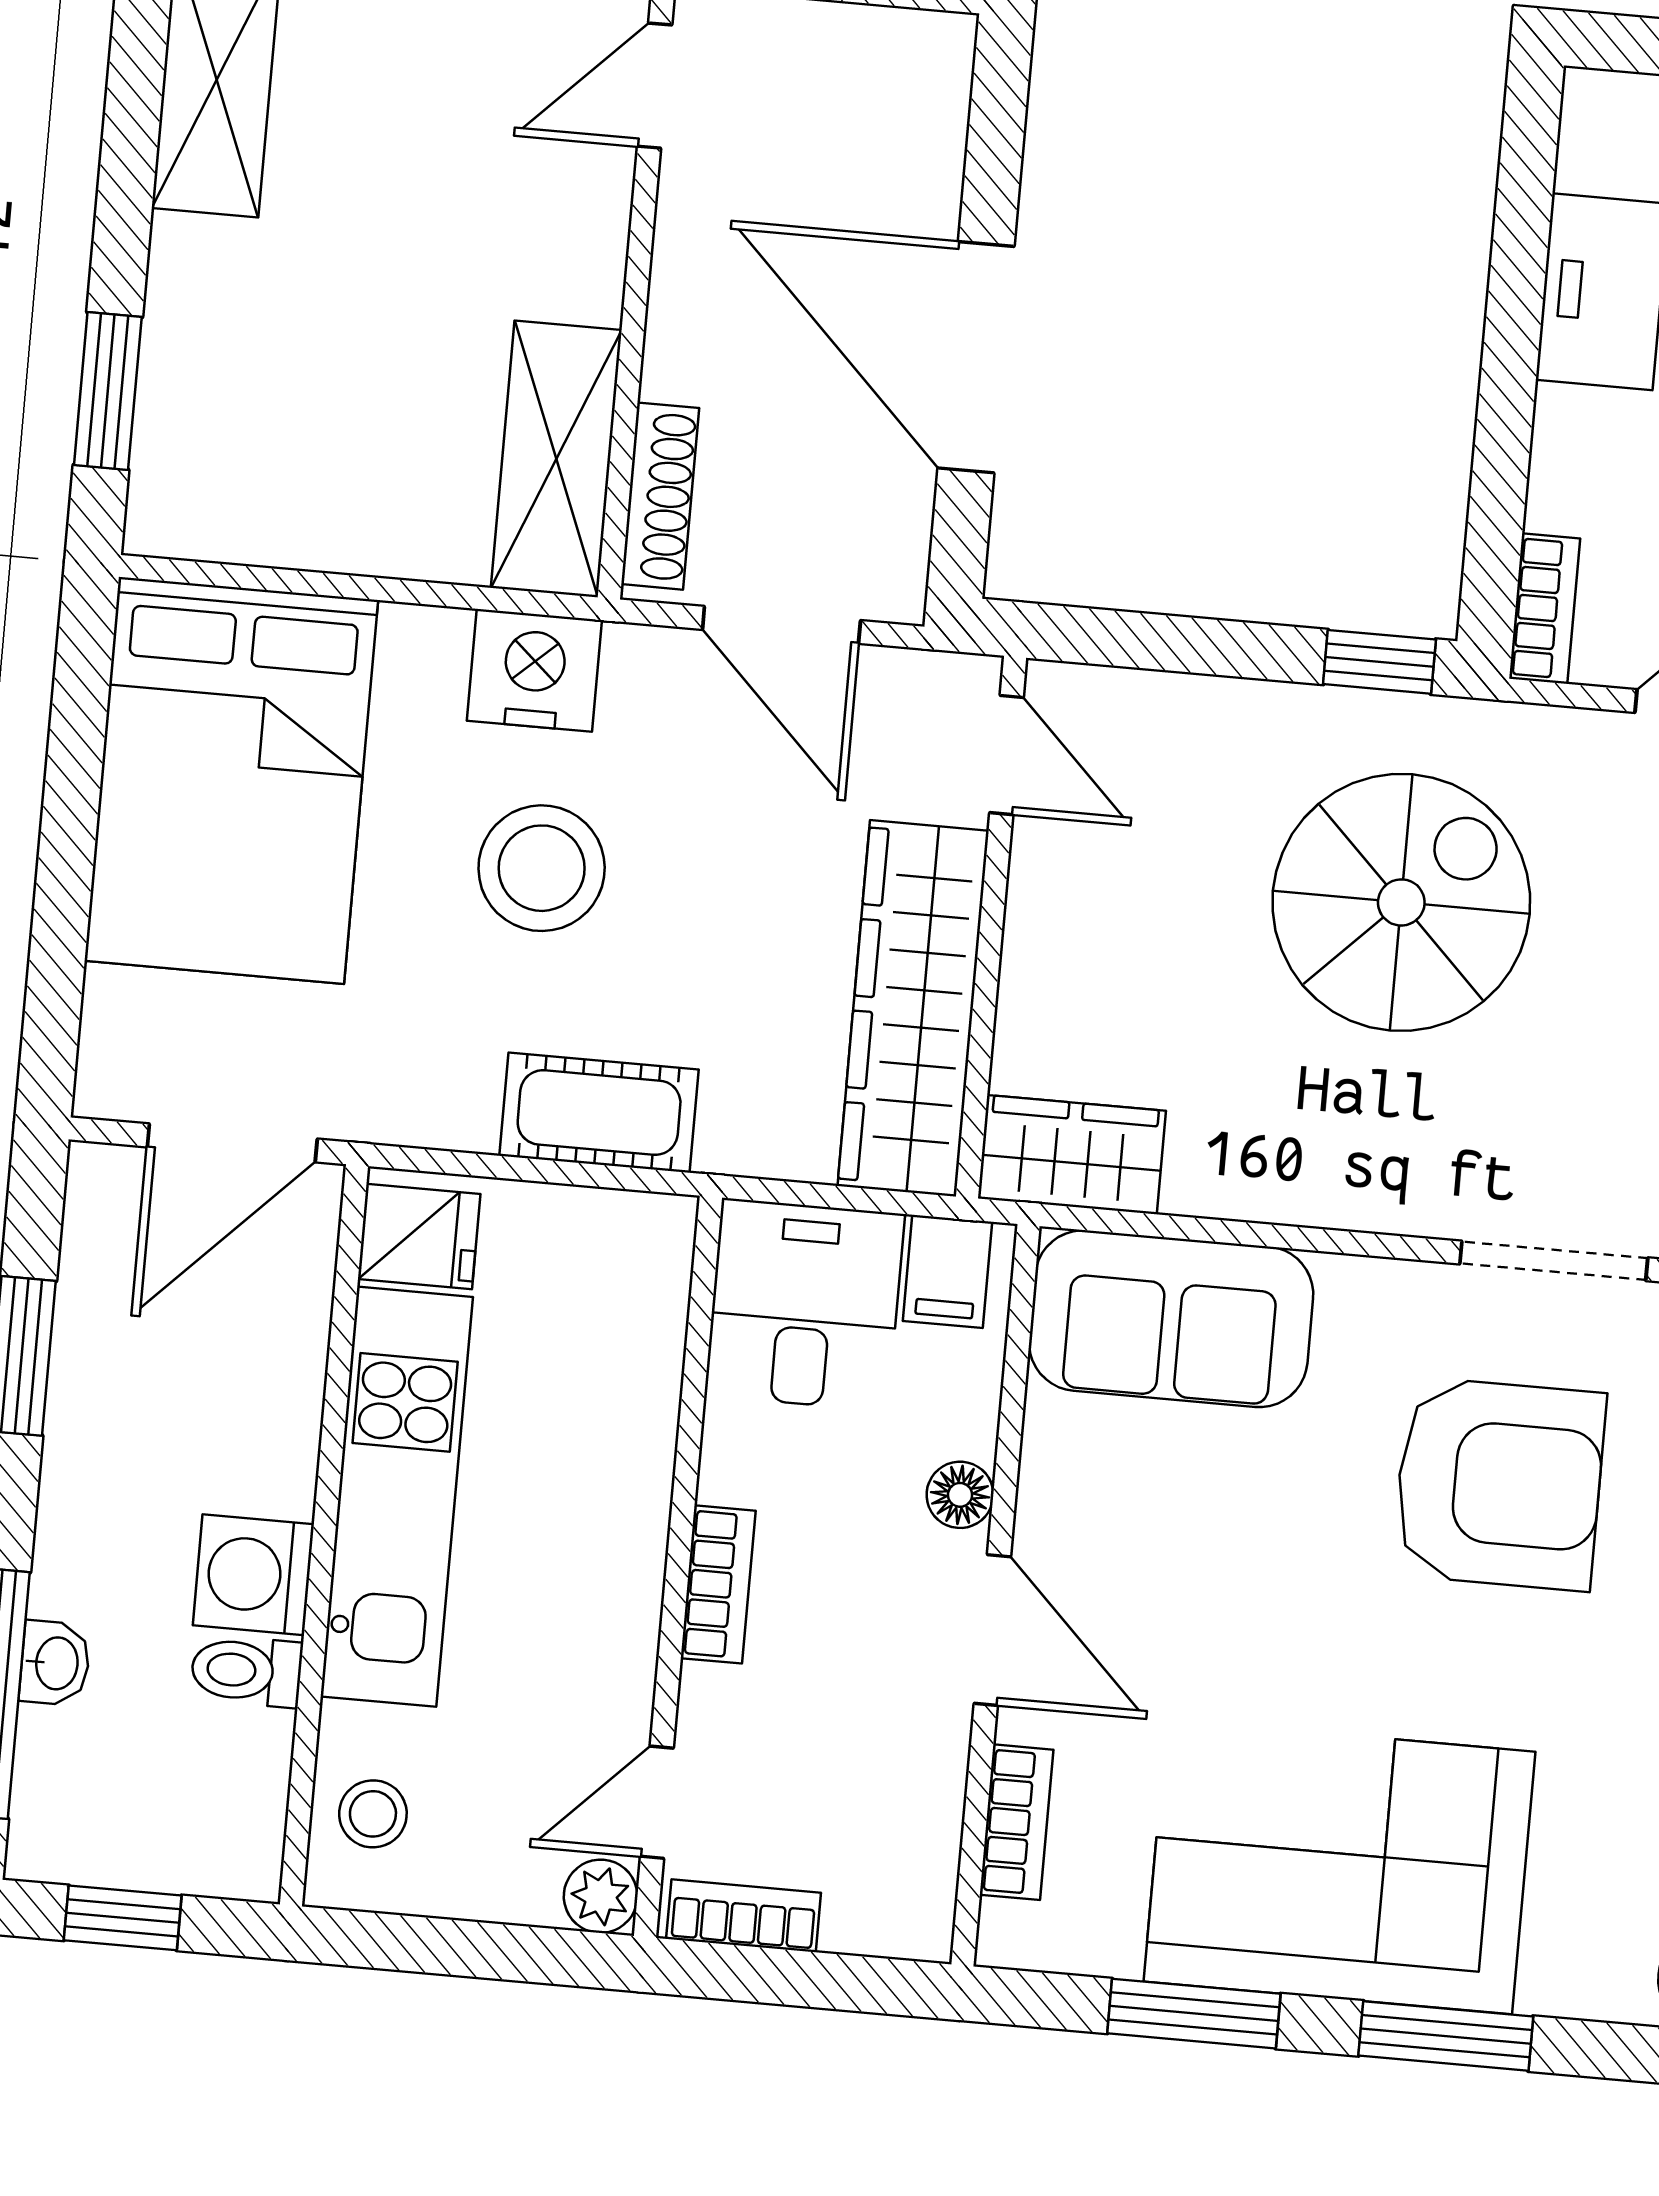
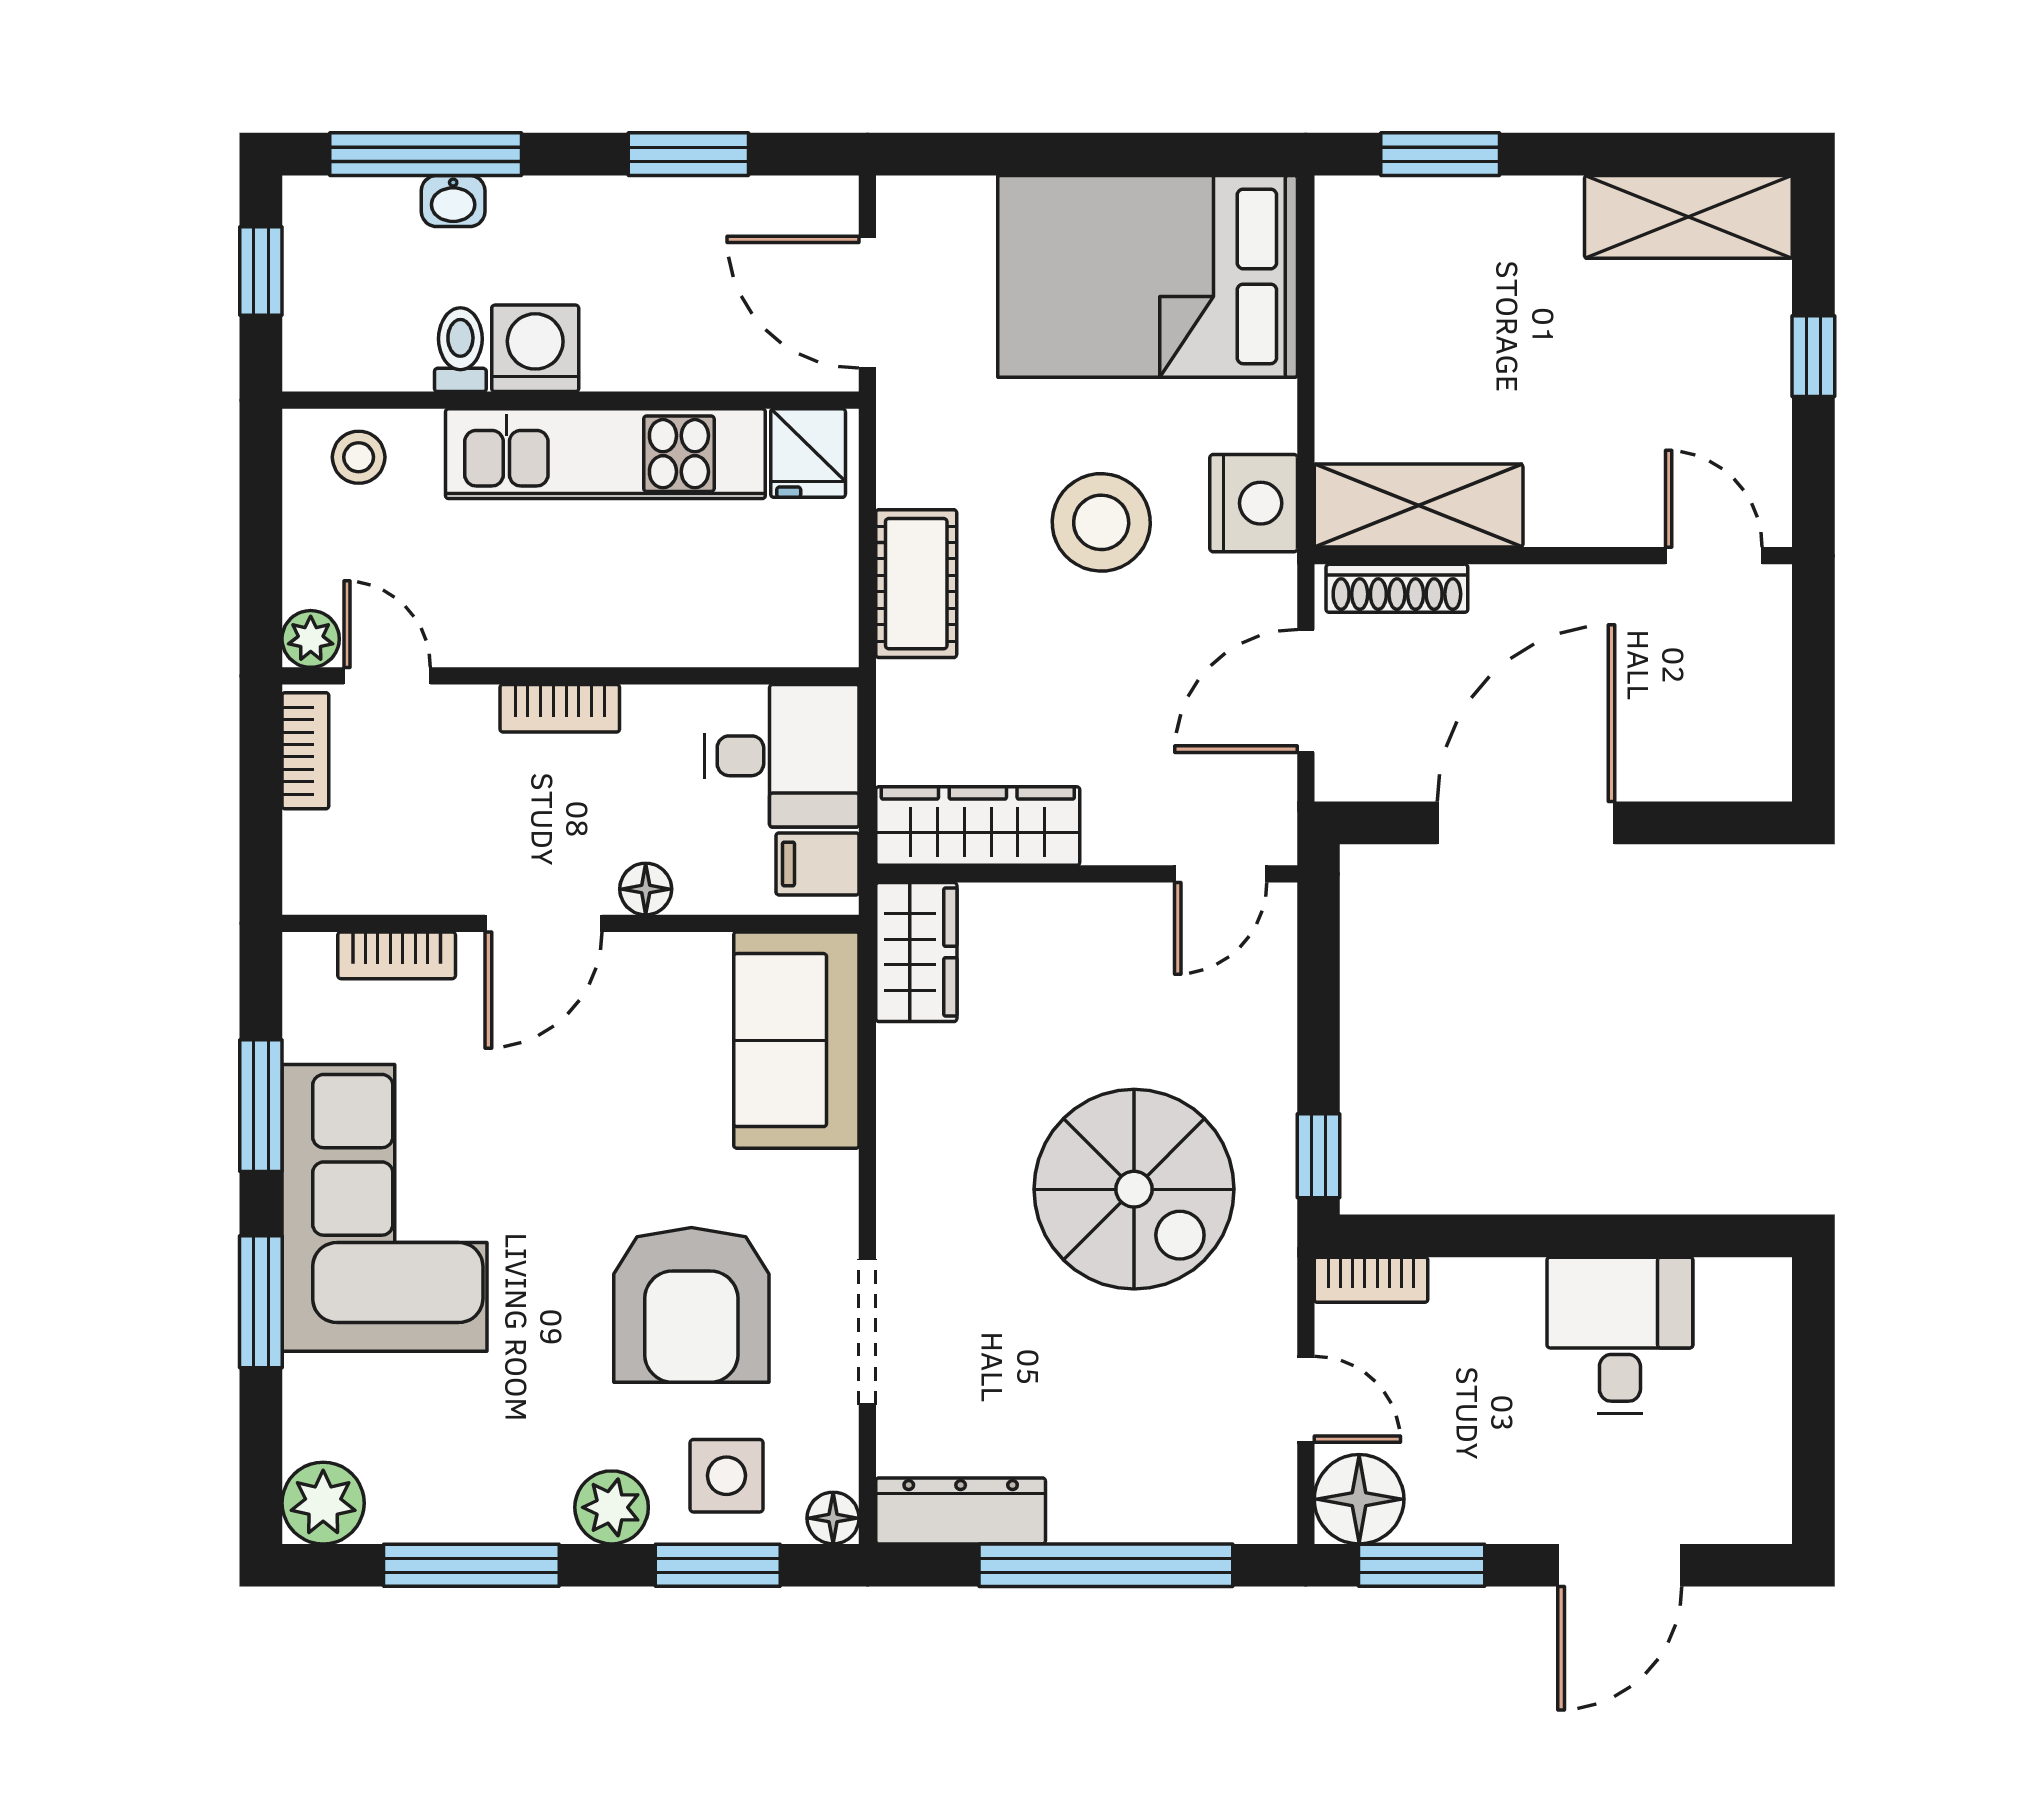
wardrobe: (913, 1008) -> (978, 826), width x0.71, depth x0.85

